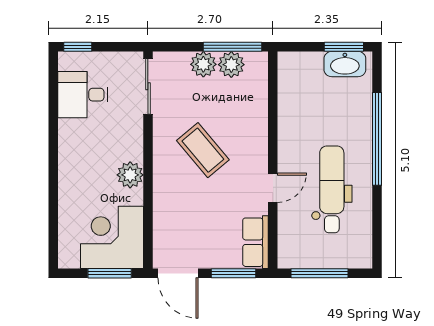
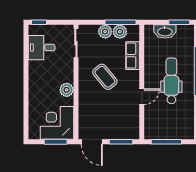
washbasin: (345, 64) -> (165, 31), moved
dental chair: (332, 189) -> (171, 81), moved
row of seats: (256, 242) -> (133, 56), moved

